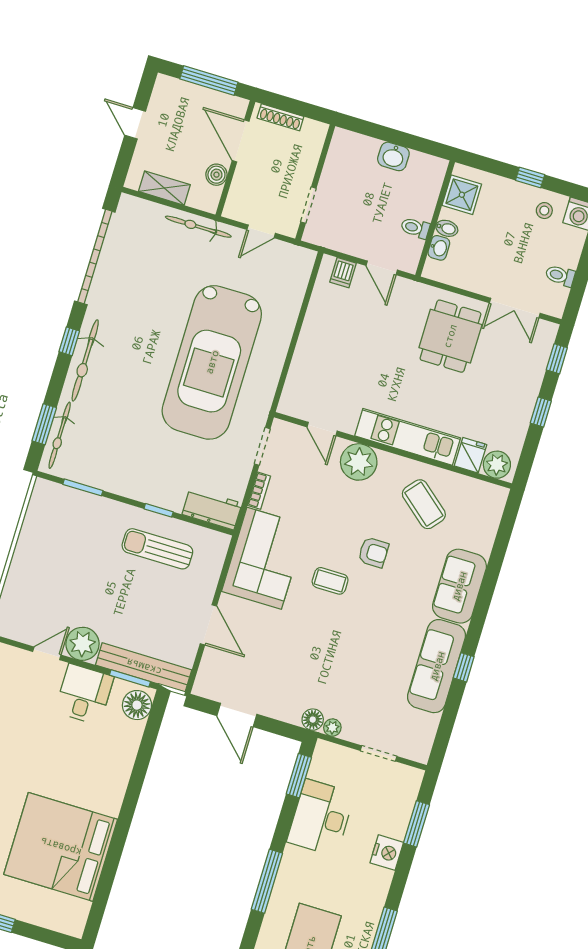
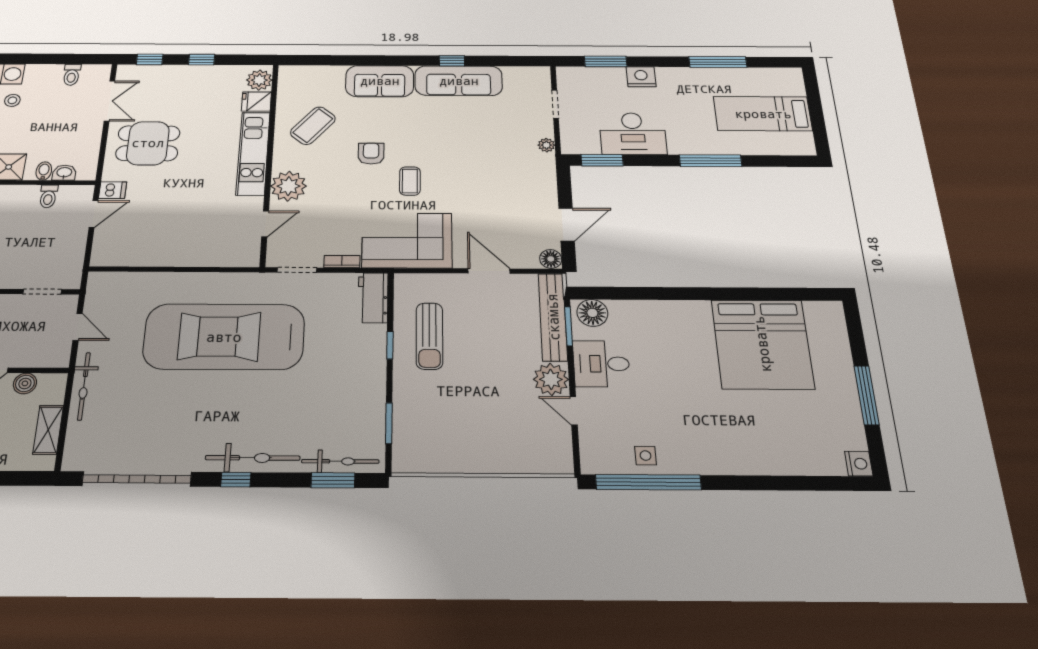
dishwasher: (343, 273) -> (113, 190), moved
car: (212, 362) -> (224, 337), turned 180
door: (208, 625) -> (489, 271), hinge flipped
floor lamp: (313, 720) -> (551, 259), moved

